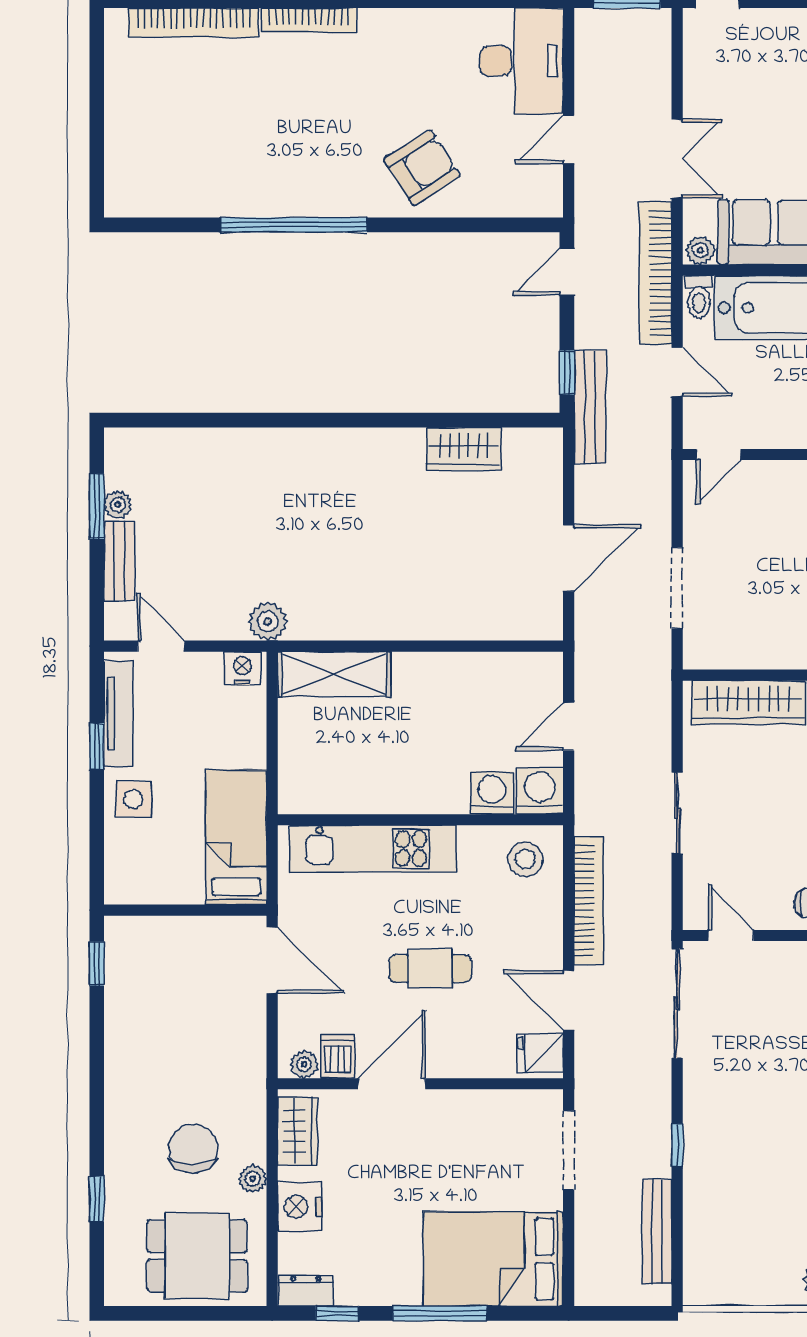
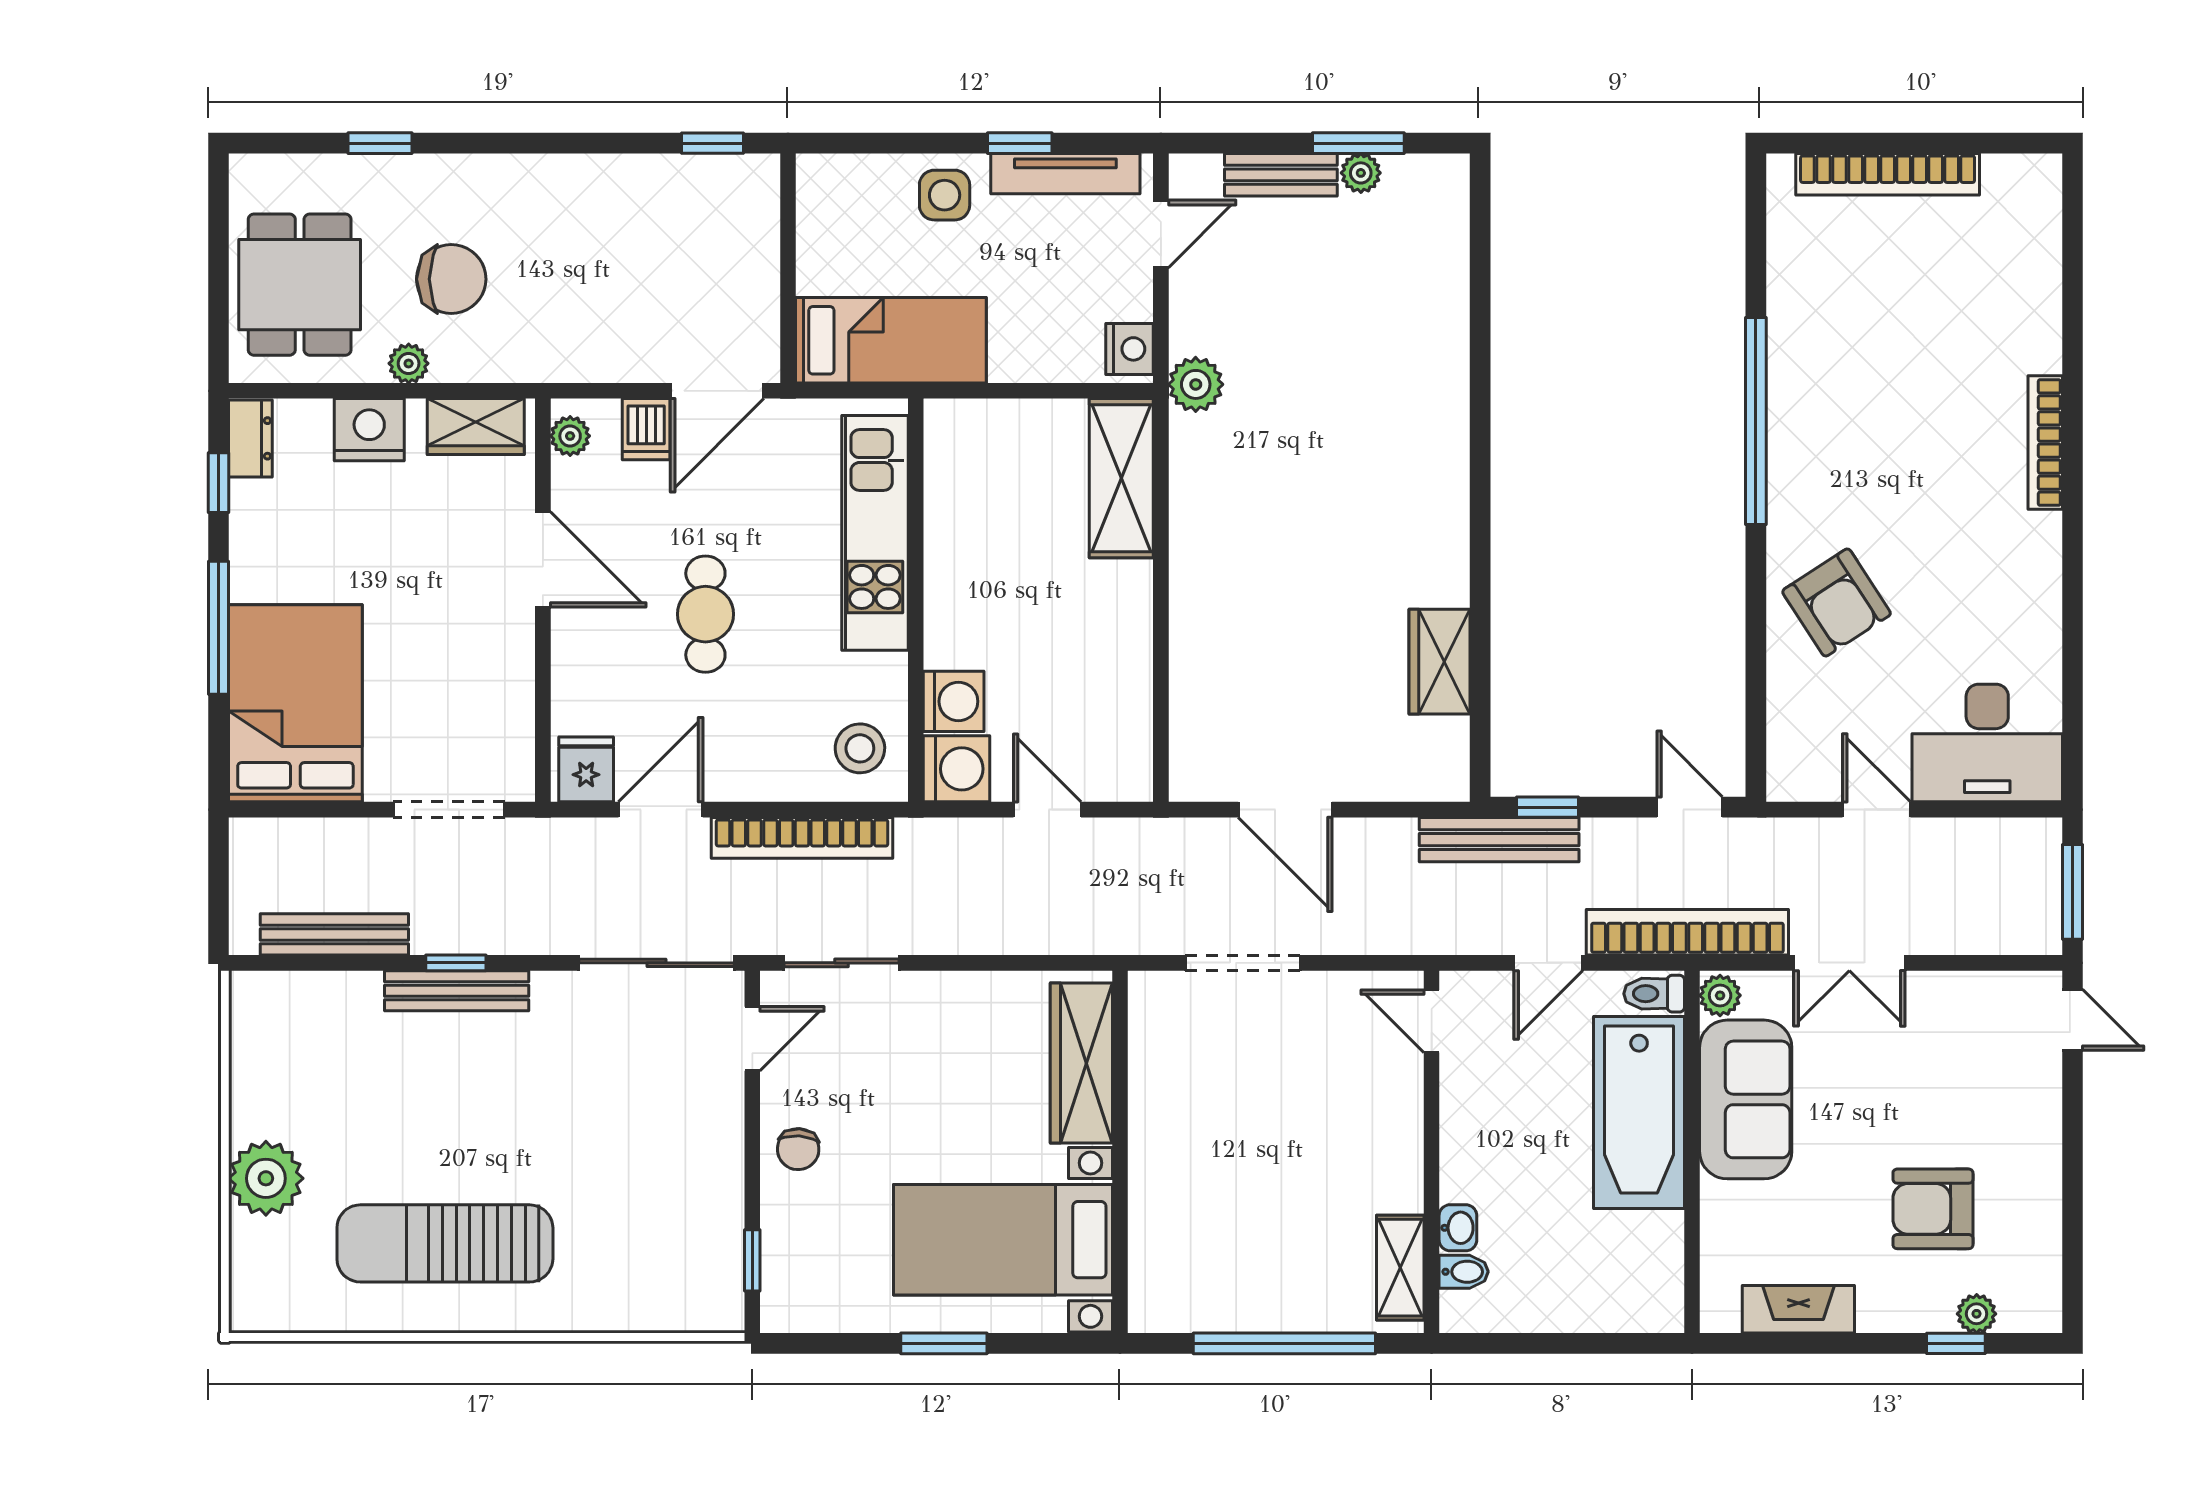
bookcase: (194, 23) -> (1888, 174), moved, turned -90
sliding door: (677, 813) -> (841, 963), moved
dishwasher: (338, 1057) -> (646, 429), moved, turned 90
bench: (697, 1145) -> (457, 991), added

